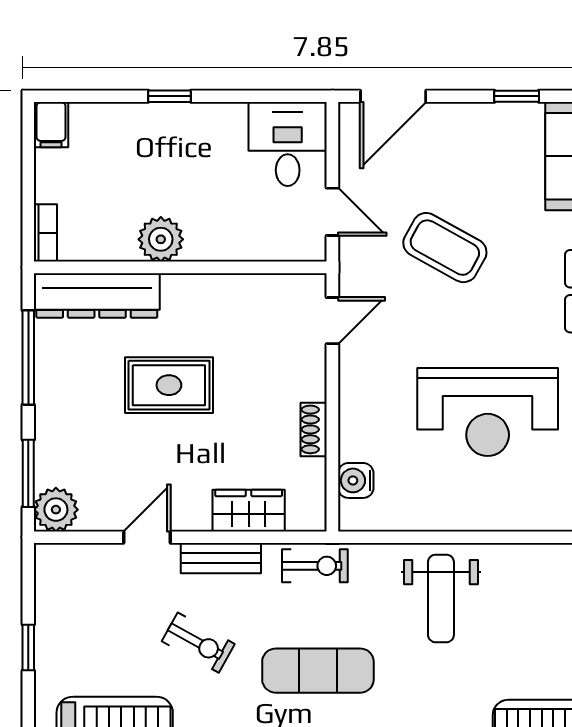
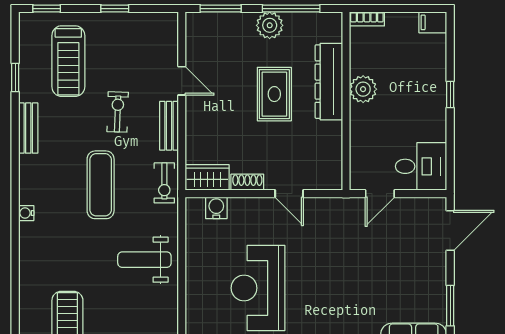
door: (393, 96) -> (450, 231), swing flipped
window: (517, 96) -> (450, 306), width x1.50
coffee table: (445, 248) -> (358, 262), removed
dresser: (97, 295) -> (329, 82), moved
door: (332, 321) -> (289, 194), moved
plant: (56, 510) -> (270, 25), moved
wardrobe: (249, 511) -> (207, 177), moved, turned -90
exercise bike: (198, 643) -> (118, 112), turned 153

